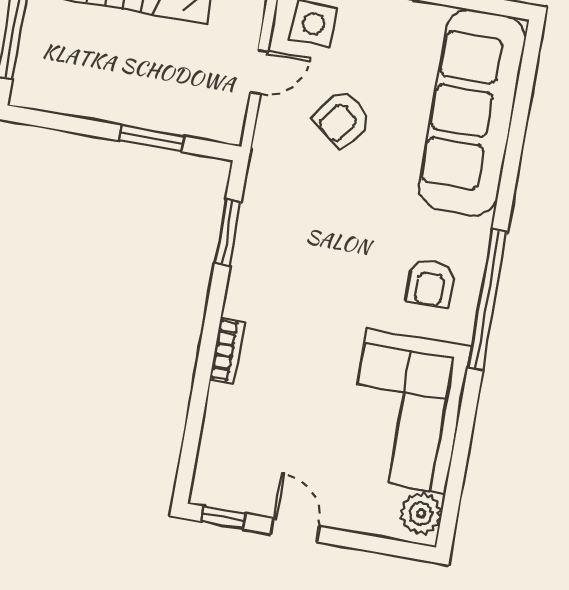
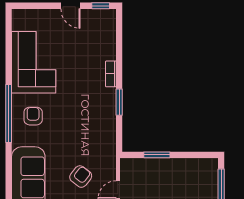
window: (228, 232) -> (119, 102), moved
plant: (421, 514) -> (20, 22), removed

